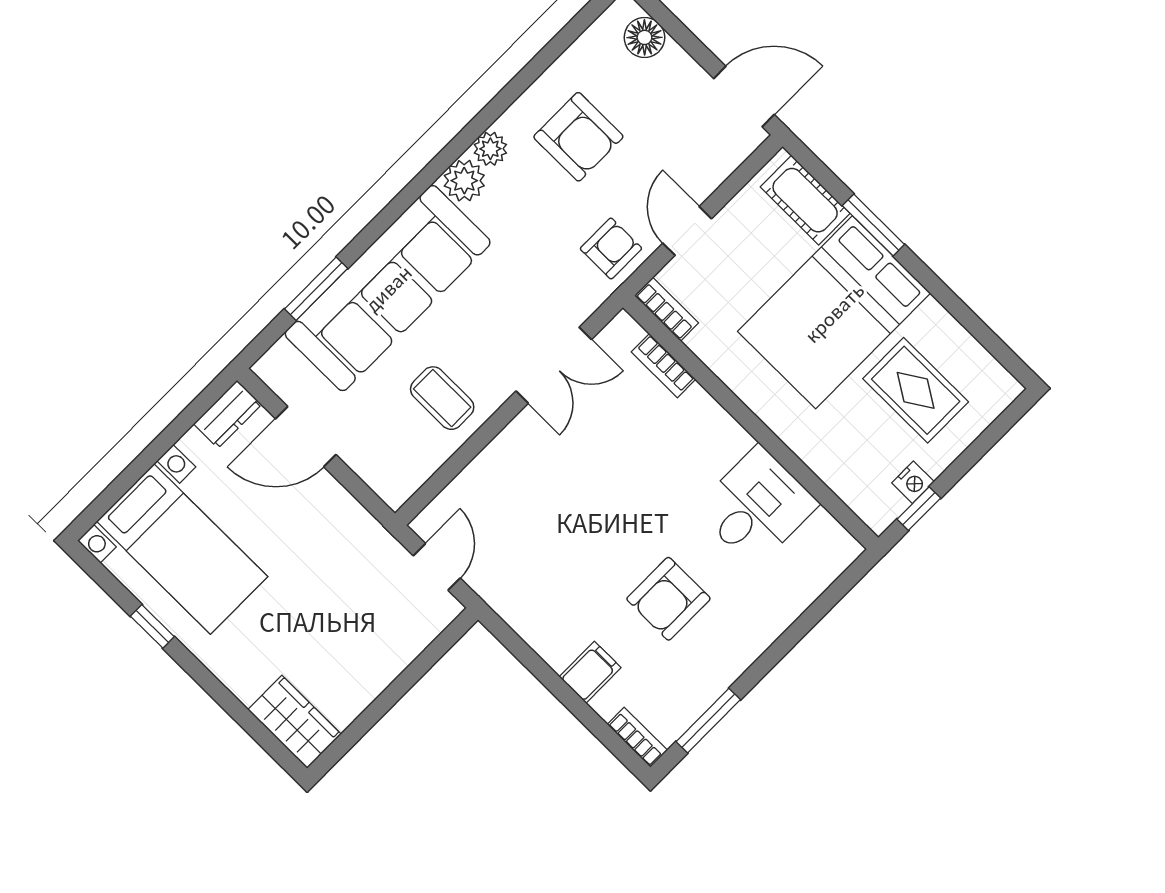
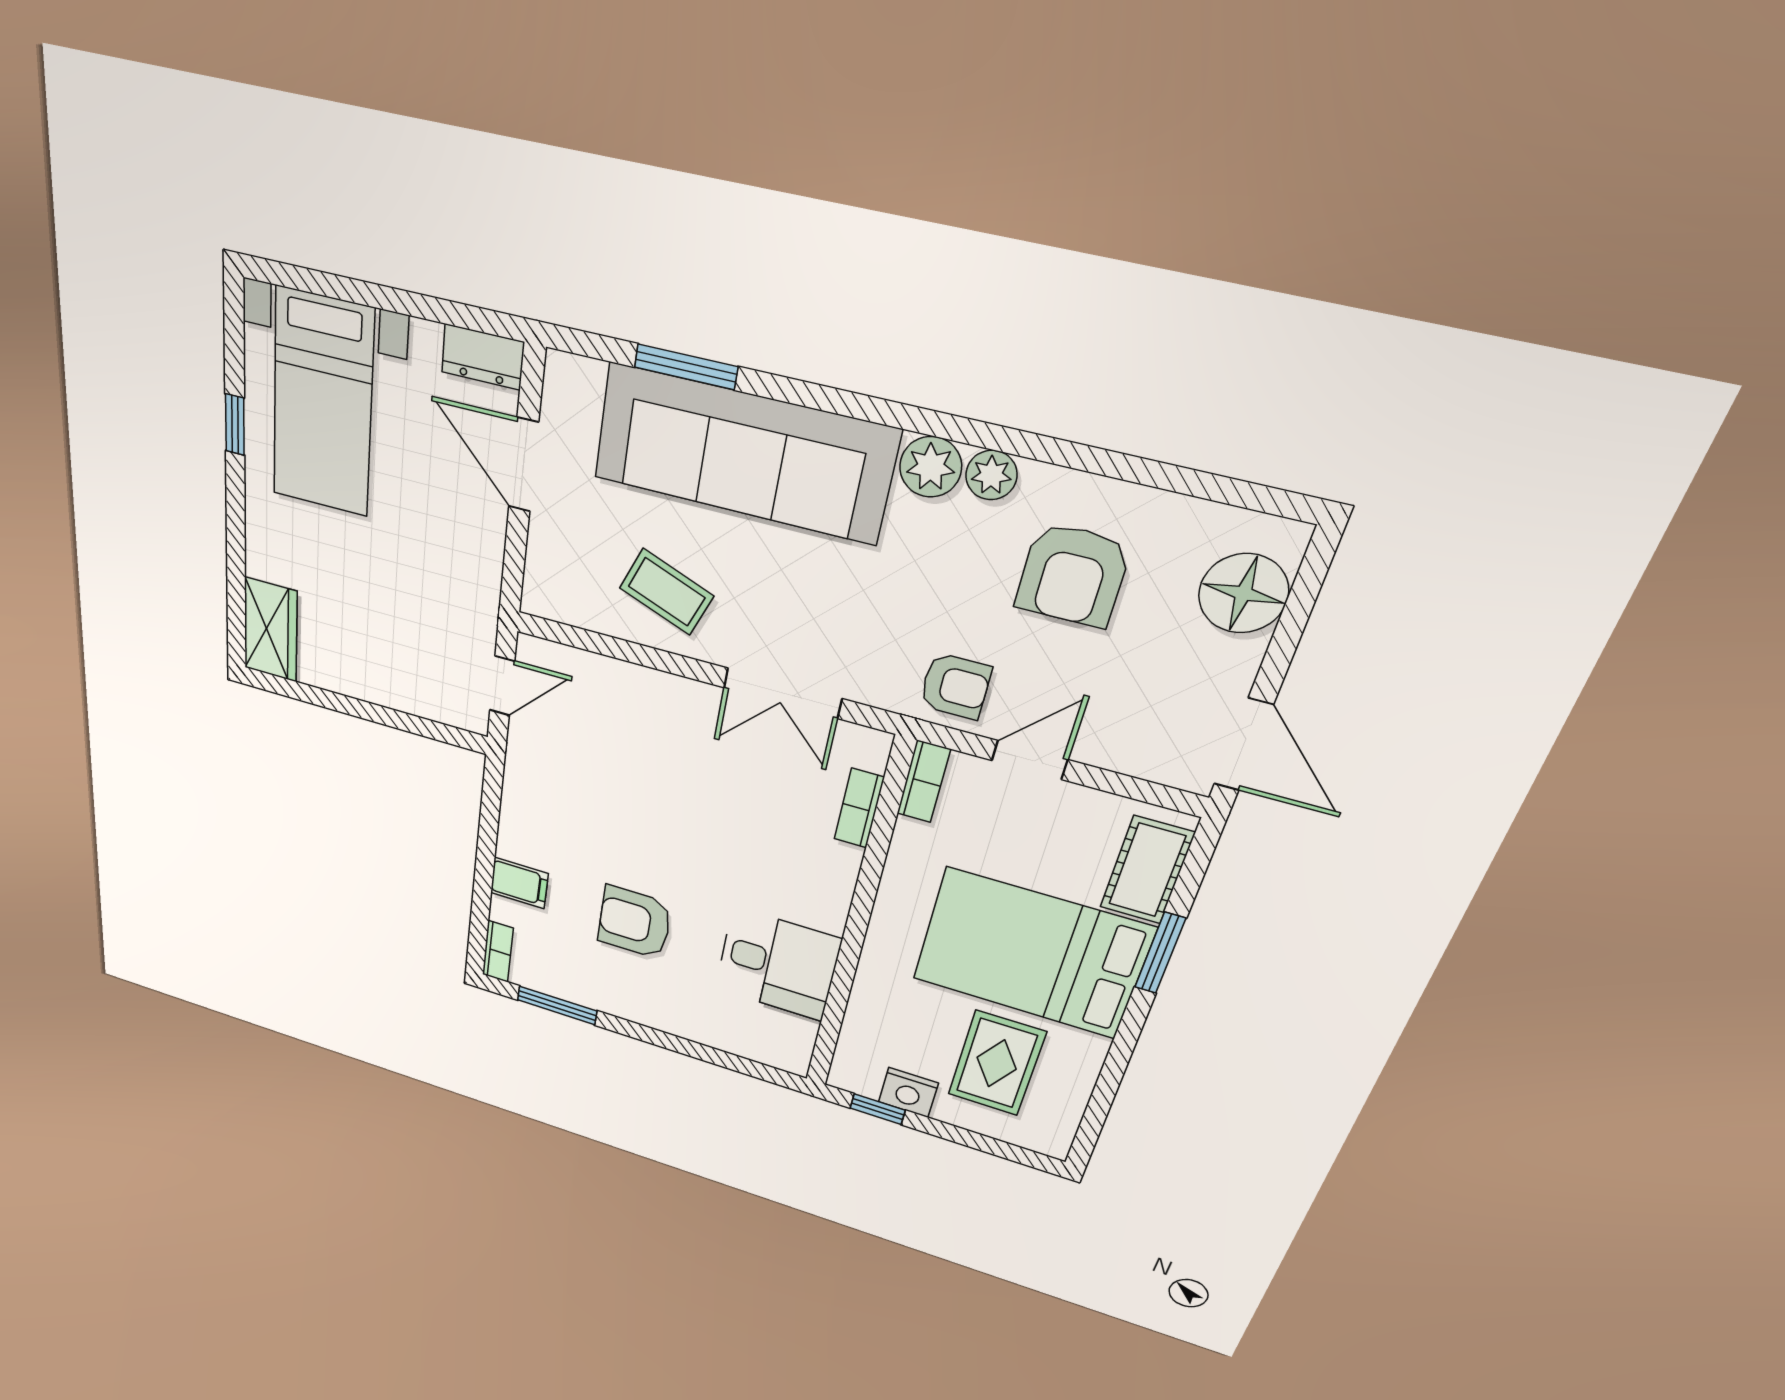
floor lamp: (644, 37) -> (1243, 593), width x1.38, depth x1.38
coffee table: (442, 398) -> (667, 592), turned -69
nightstand: (913, 482) -> (908, 1092), width x1.39, depth x1.35

